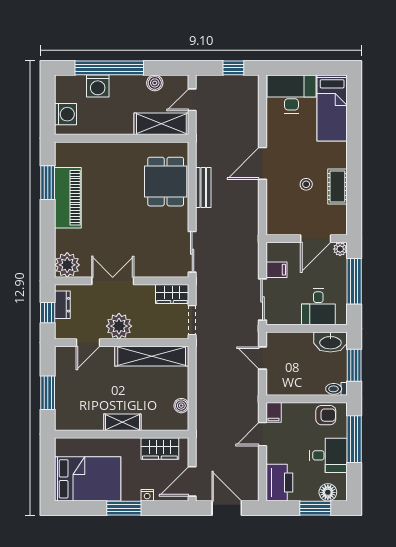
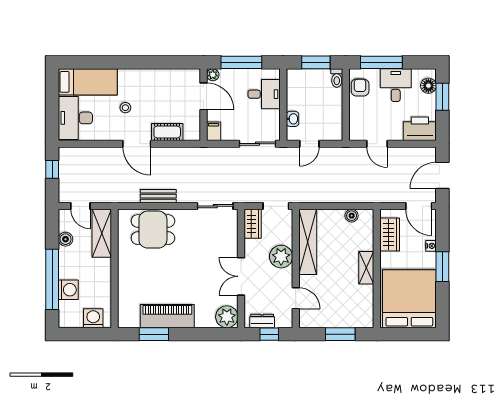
stool: (306, 184) -> (125, 108), moved
cot: (337, 187) -> (167, 132), moved
filing cabinet: (276, 270) -> (214, 131), moved
plant: (119, 326) -> (281, 257), moved
washbasin: (330, 342) -> (293, 119), moved, width x0.52, depth x0.69
filing cabinet: (274, 412) -> (358, 134), removed
bed: (88, 479) -> (409, 299), width x1.36

